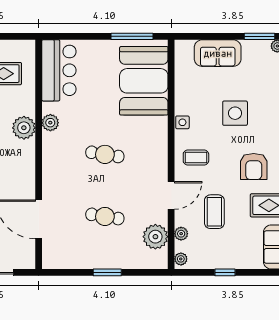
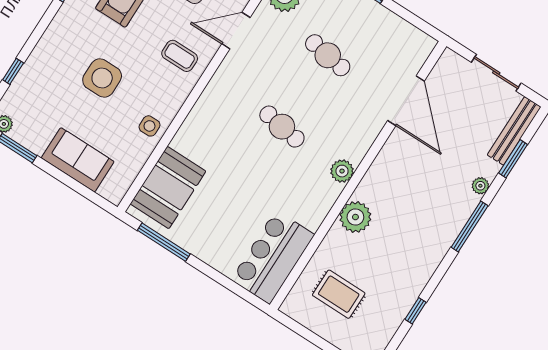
booth: (144, 81) -> (168, 188), width x0.73, depth x0.70
side table: (182, 122) -> (149, 126), moved
plant: (50, 123) -> (342, 171), moved

